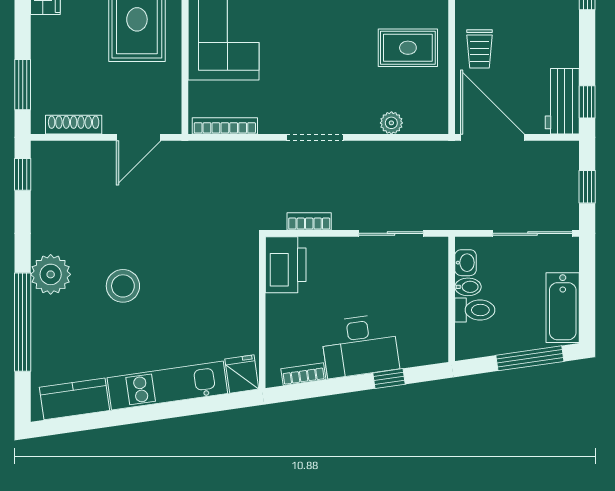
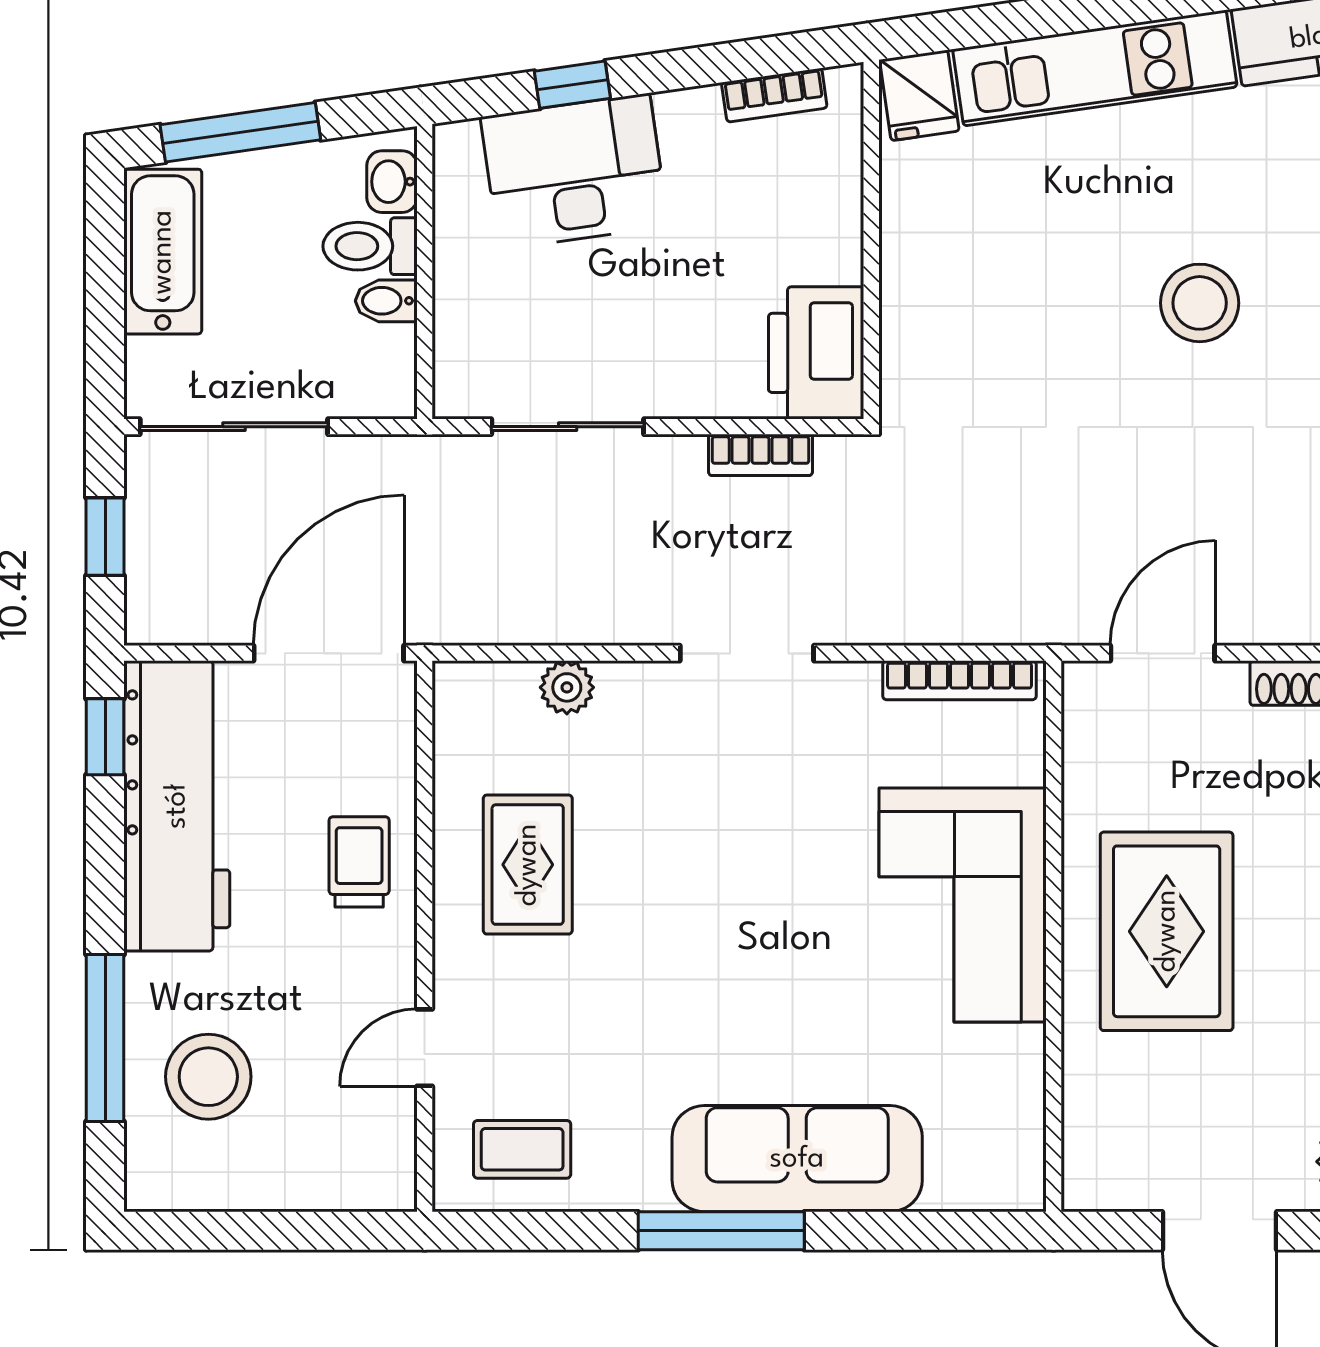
rug: (408, 48) -> (528, 865), turned 90
workbench: (562, 101) -> (177, 806), width x1.88, depth x1.32
door: (492, 137) -> (329, 653), swing flipped
washbasin: (466, 263) -> (392, 182), moved
desk: (360, 346) -> (574, 171), moved

